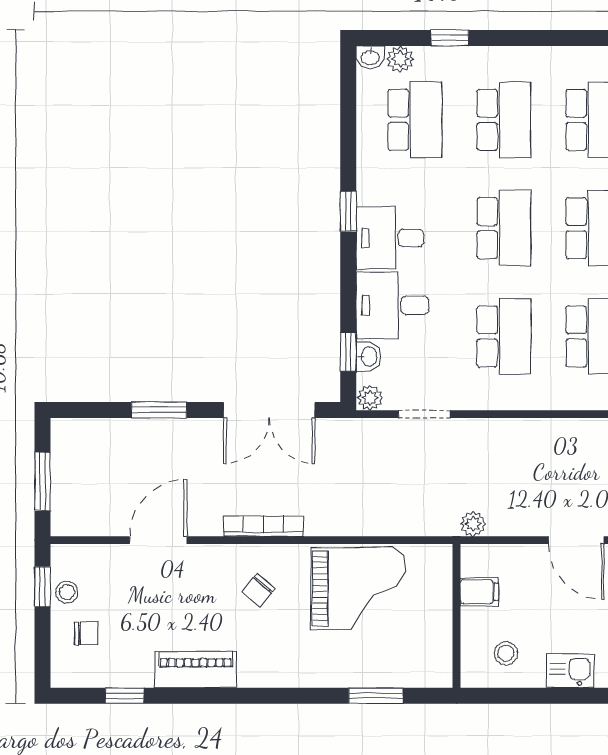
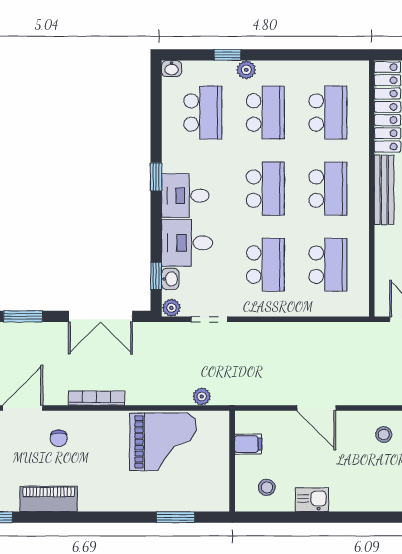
plant: (400, 59) -> (246, 70), moved
plant: (473, 524) -> (202, 396), moved
chair: (258, 590) -> (59, 438), moved, turned -40

